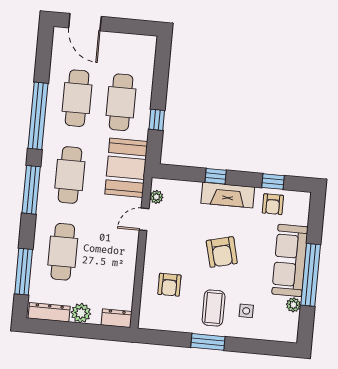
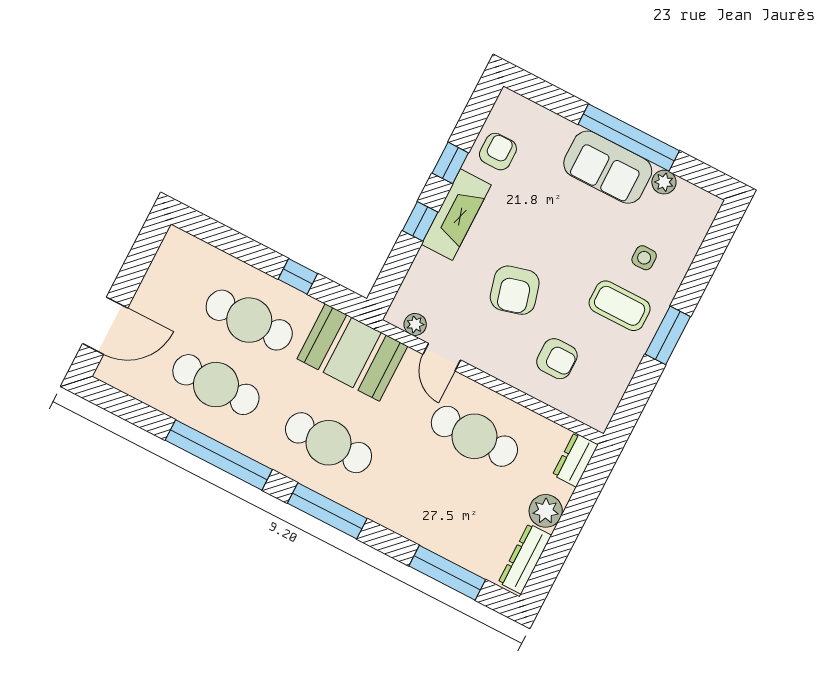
window: (273, 182) -> (450, 163), moved
armchair: (273, 204) -> (498, 152), turned -90
cafe table: (63, 252) -> (474, 436), moved
armchair: (222, 252) -> (515, 290), moved, turned 89
sofa: (290, 260) -> (608, 167), width x0.73

